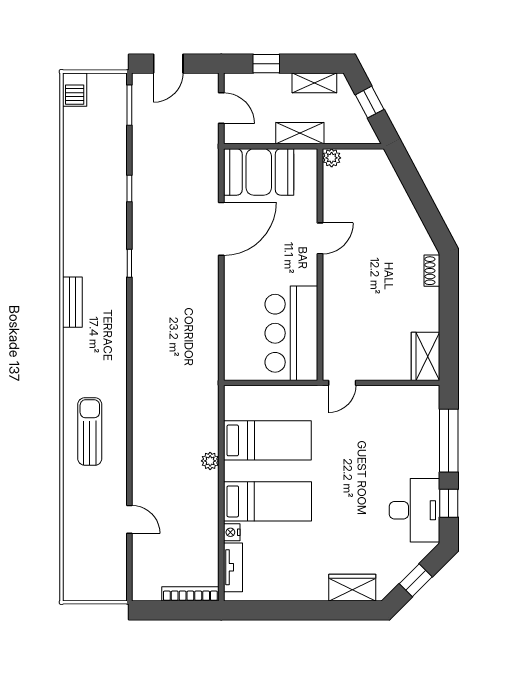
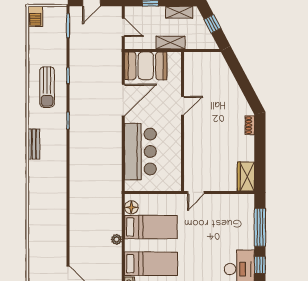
plant: (332, 158) -> (190, 57), removed
bar counter: (291, 333) -> (140, 152), moved, turned 180
floor lamp: (235, 408) -> (131, 207), added
sun lounger: (90, 431) -> (47, 87), moved, turned 180

